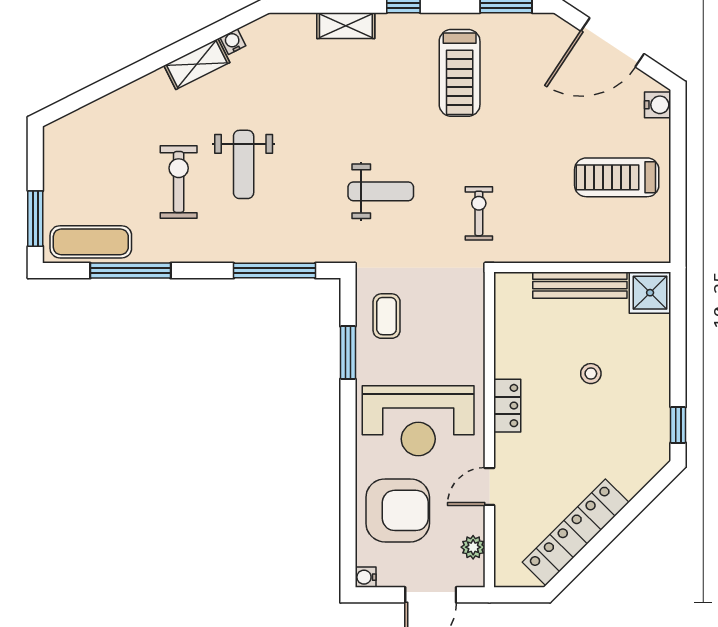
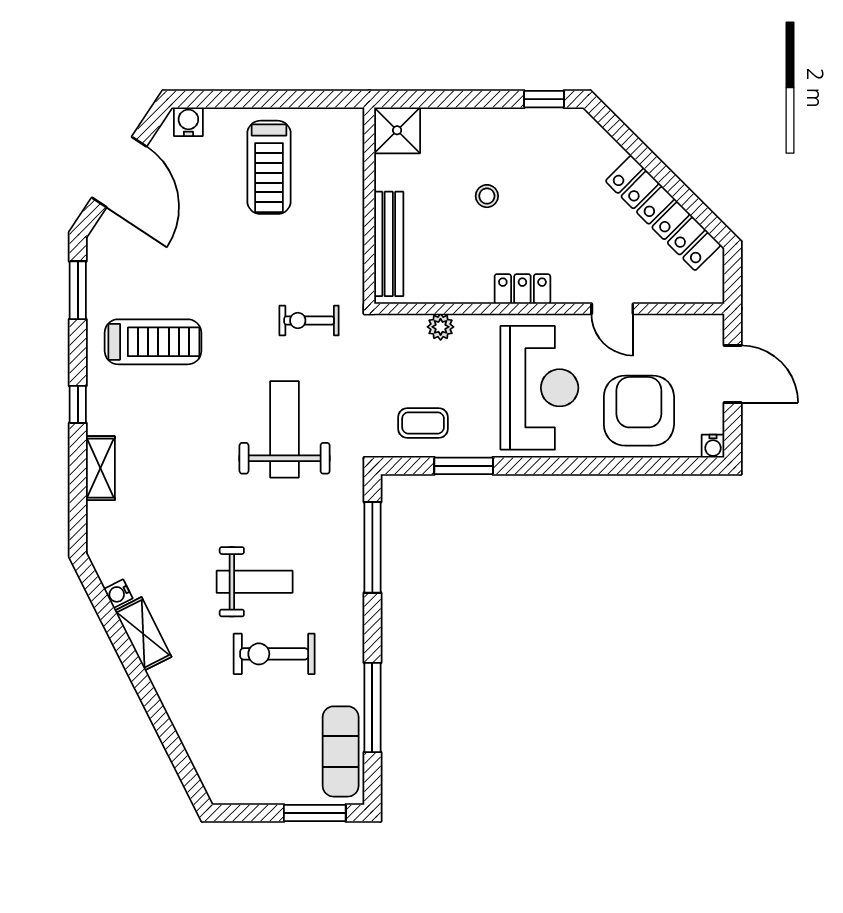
weight bench: (381, 191) -> (285, 429), width x1.36, depth x1.33
bench: (580, 285) -> (389, 244), moved
plant: (473, 547) -> (441, 327), moved

